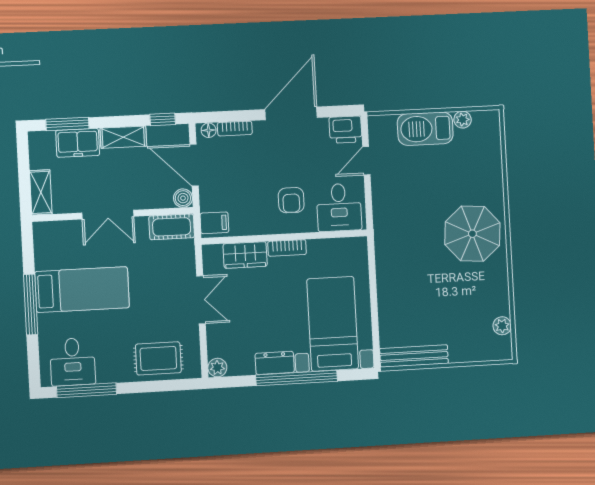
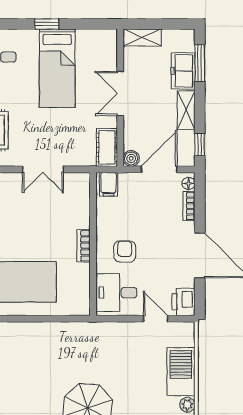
armchair: (291, 200) -> (125, 252), turned 90
wardrobe: (245, 255) -> (79, 209), removed
window: (31, 305) -> (47, 24), width x0.46

